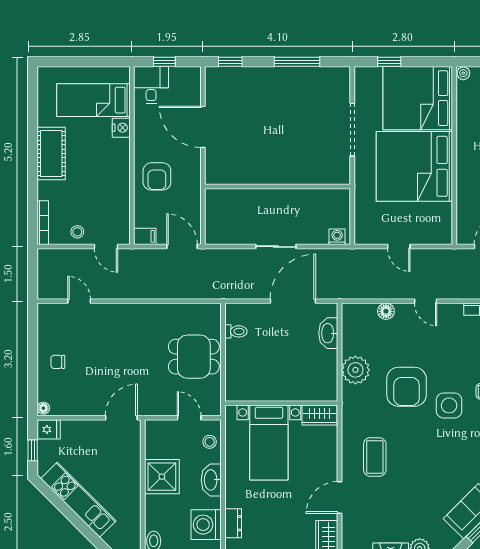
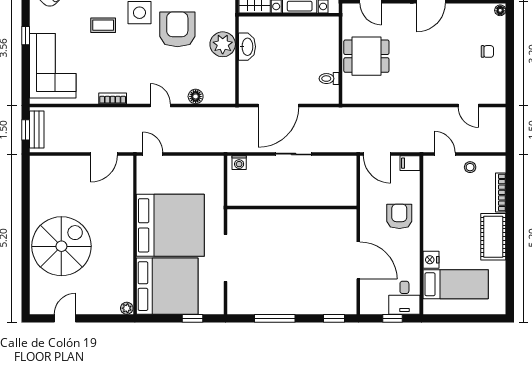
bookcase: (43, 223) -> (501, 192), moved
door: (399, 247) -> (153, 154), moved
washbasin: (328, 333) -> (247, 47), moved

